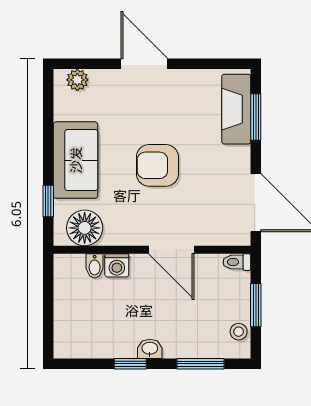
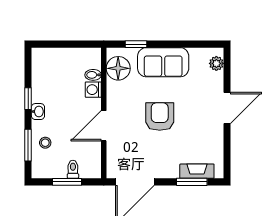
fireplace: (236, 109) -> (197, 171), width x0.73, depth x0.76
toilet: (237, 262) -> (73, 169), moved
stool: (239, 332) -> (45, 143), moved

